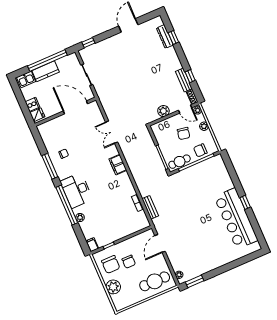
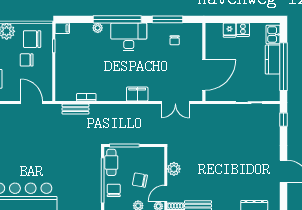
door: (75, 107) -> (204, 75), moved
wall: (65, 112) -> (204, 62), moved
double door: (112, 132) -> (175, 103), swing flipped

